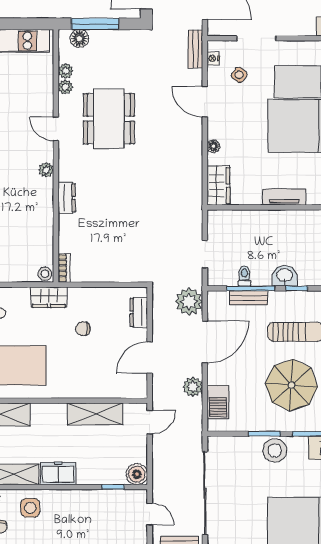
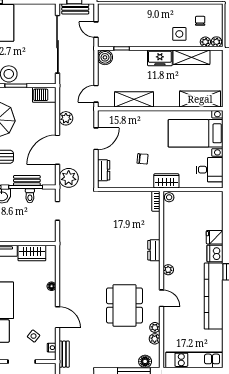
wardrobe: (218, 186) -> (32, 253), moved, turned -90
barbecue: (218, 402) -> (44, 95), moved, turned -90

